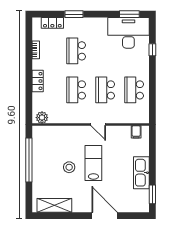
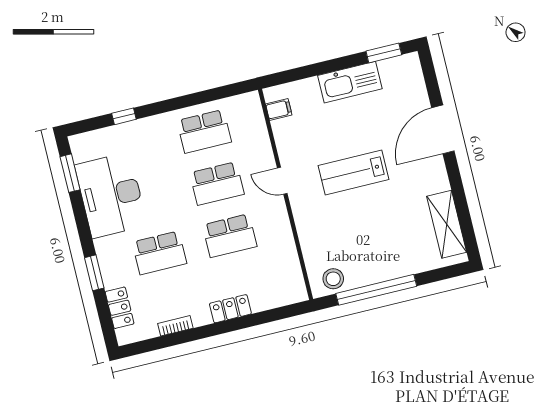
desk: (128, 33) -> (111, 195), moved
plant: (42, 118) -> (294, 285), removed
door: (98, 125) -> (282, 181), swing flipped
stool: (69, 167) -> (333, 279), moved

